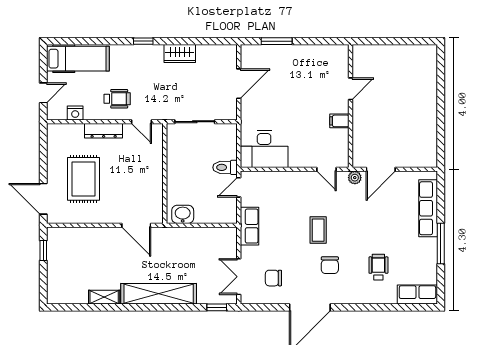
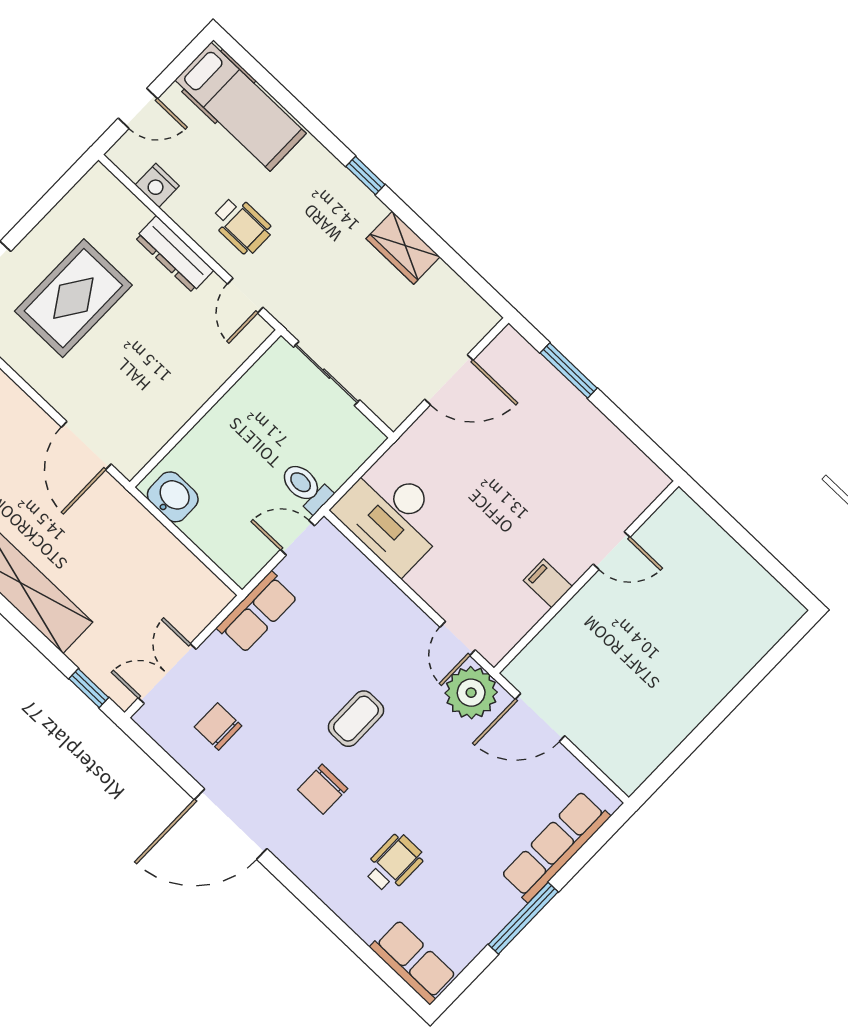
plant: (355, 178) -> (471, 693), width x1.88, depth x1.88

